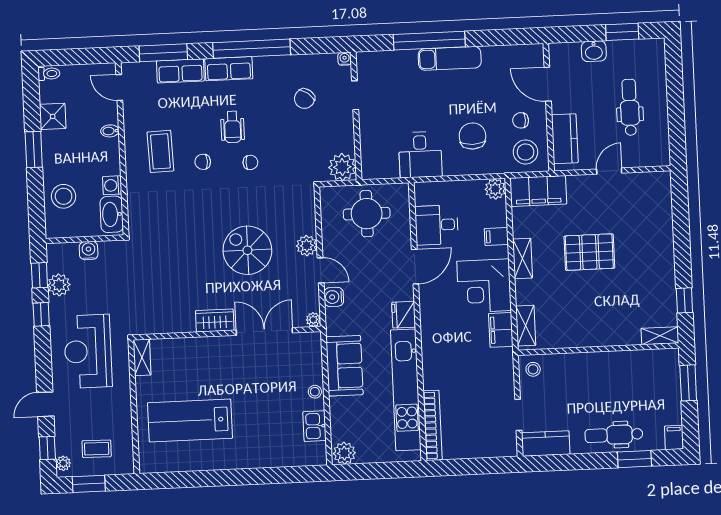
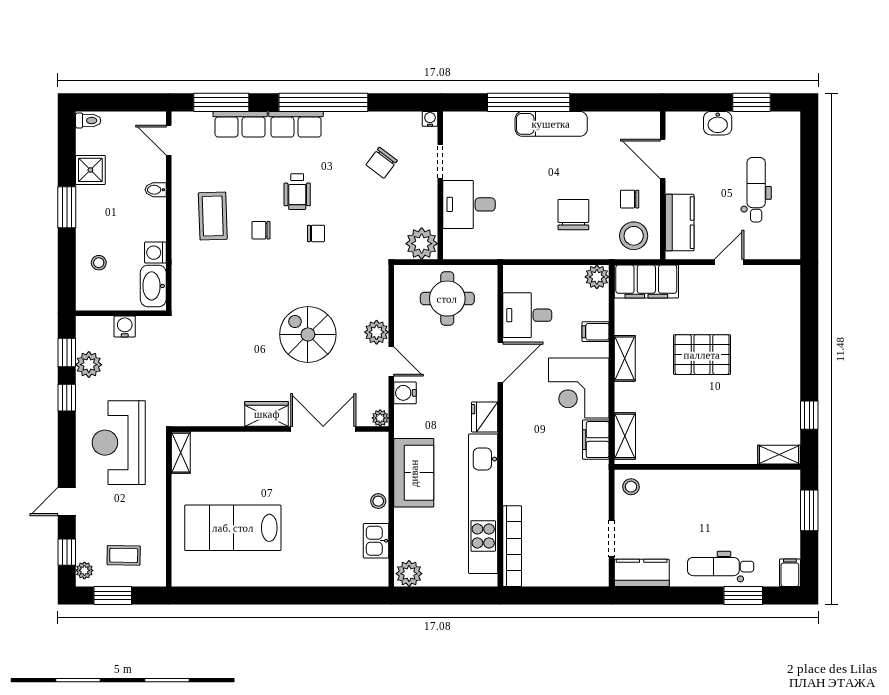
desk: (420, 155) -> (469, 204), moved, turned 90
stool: (64, 196) -> (99, 263), width x0.53, depth x0.53

